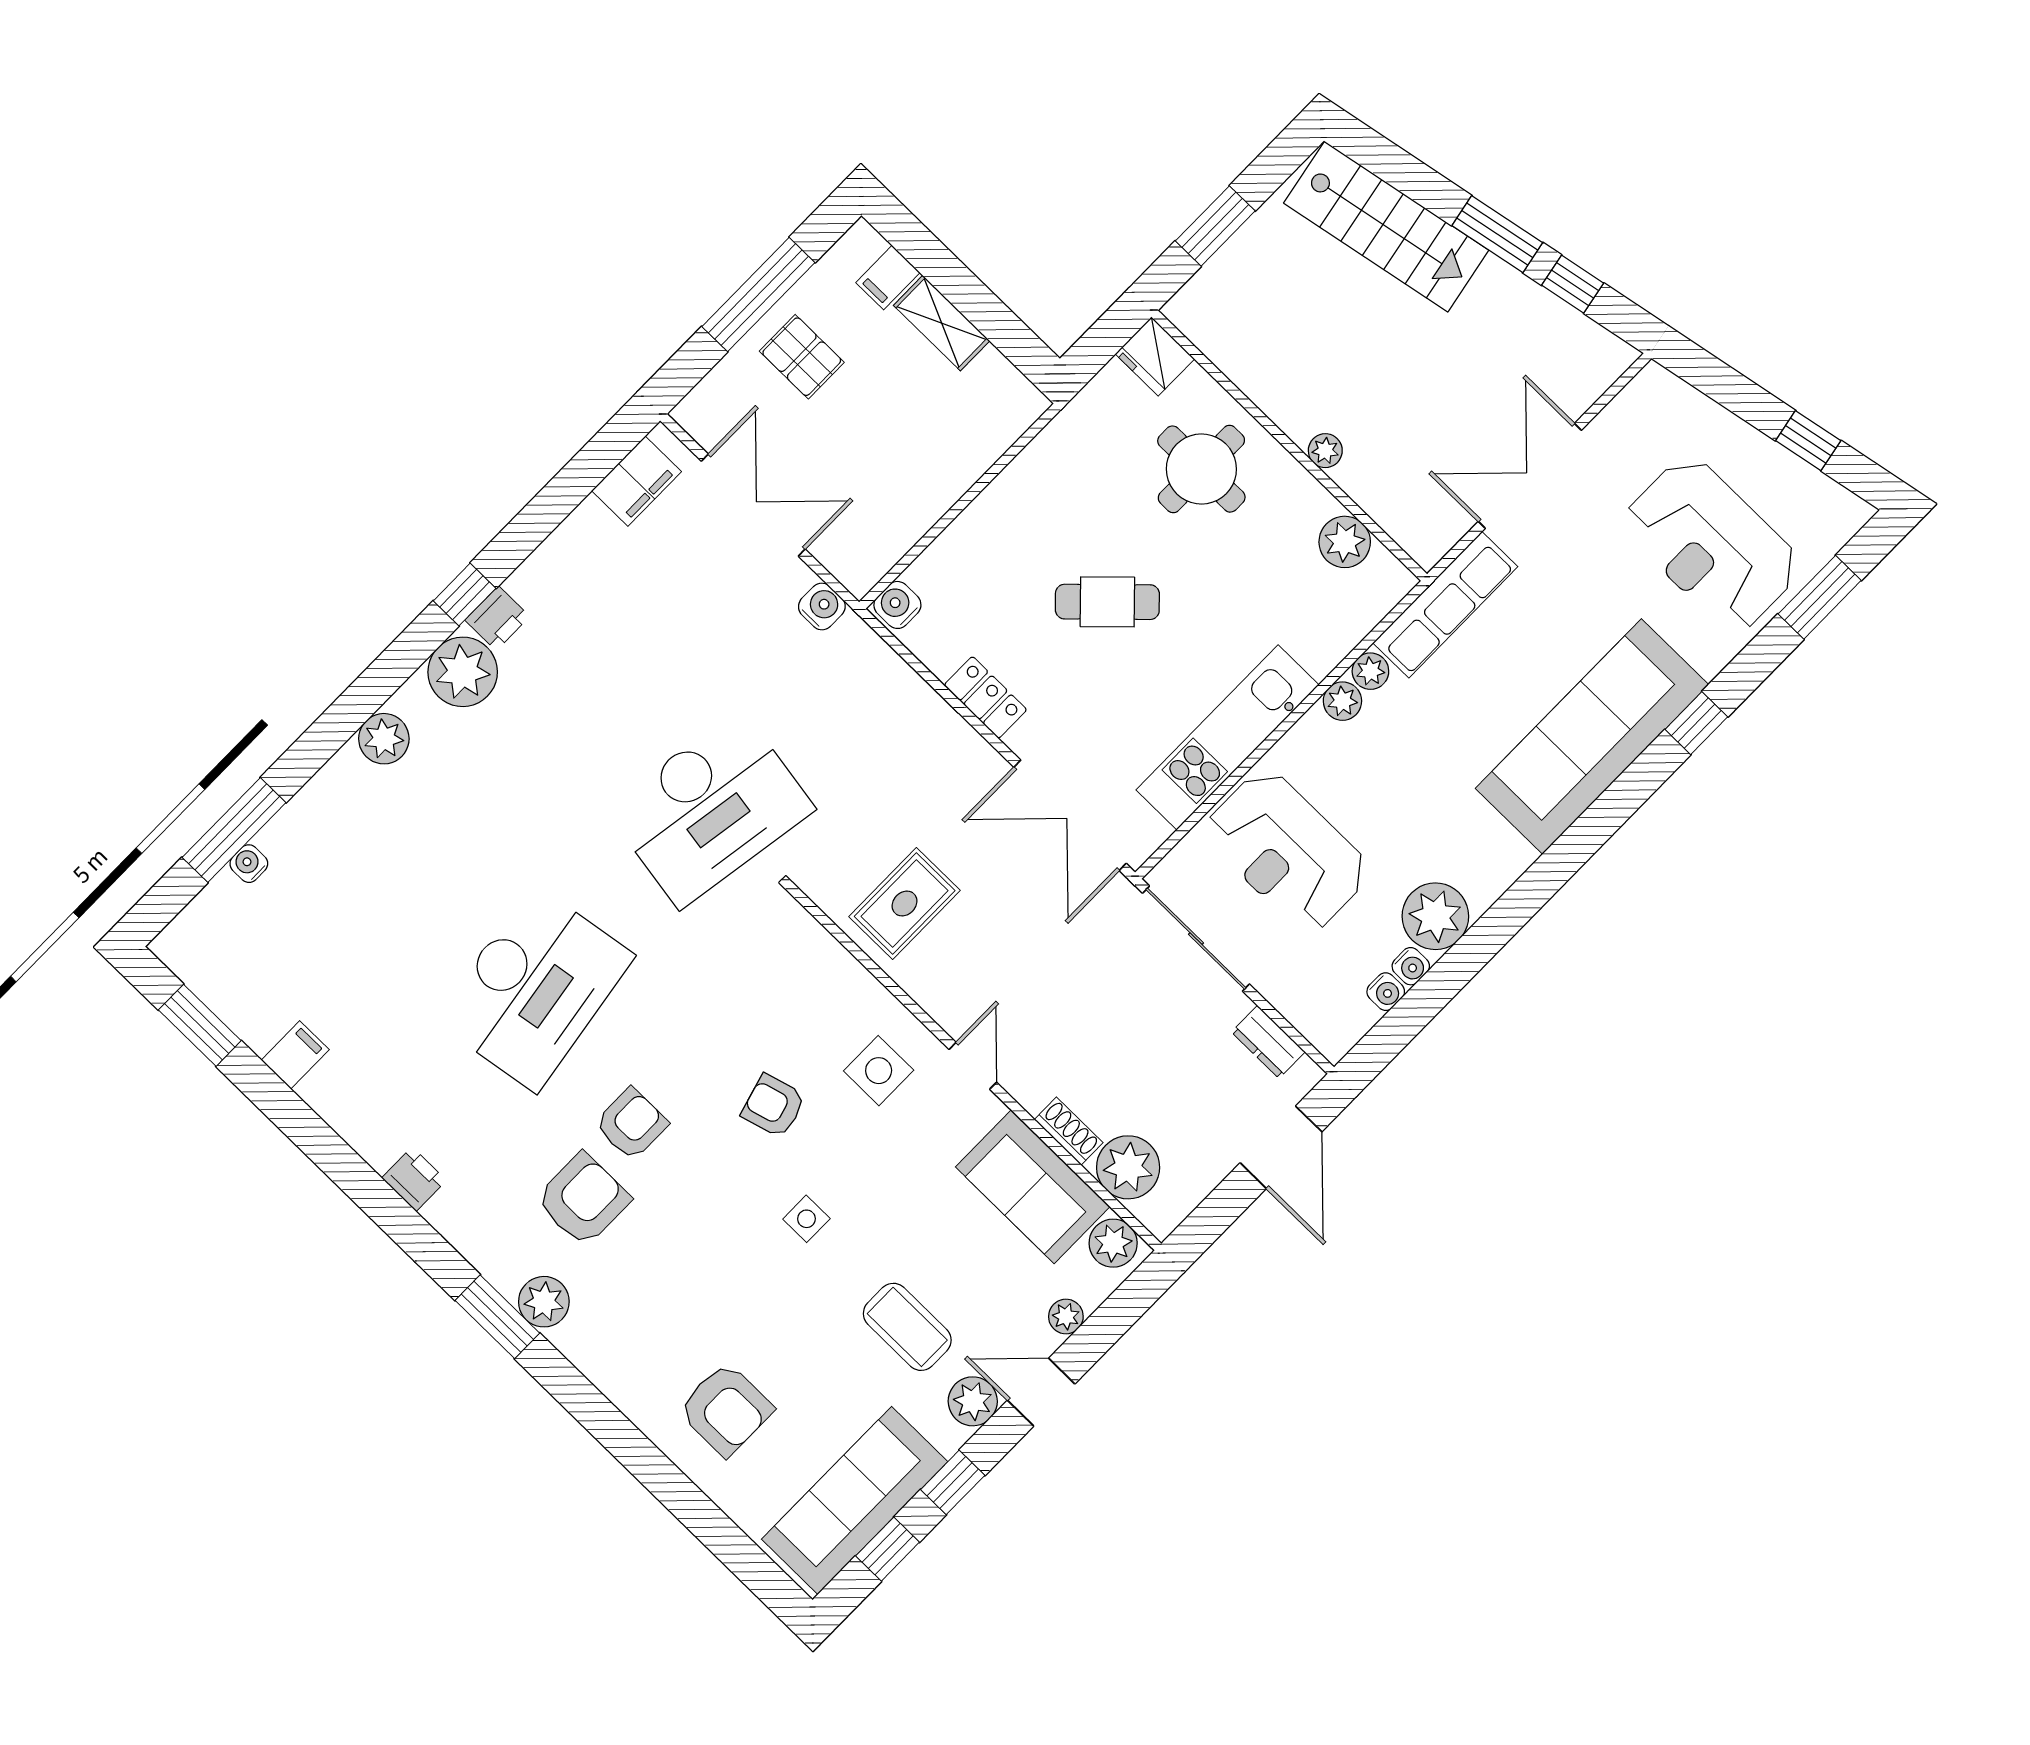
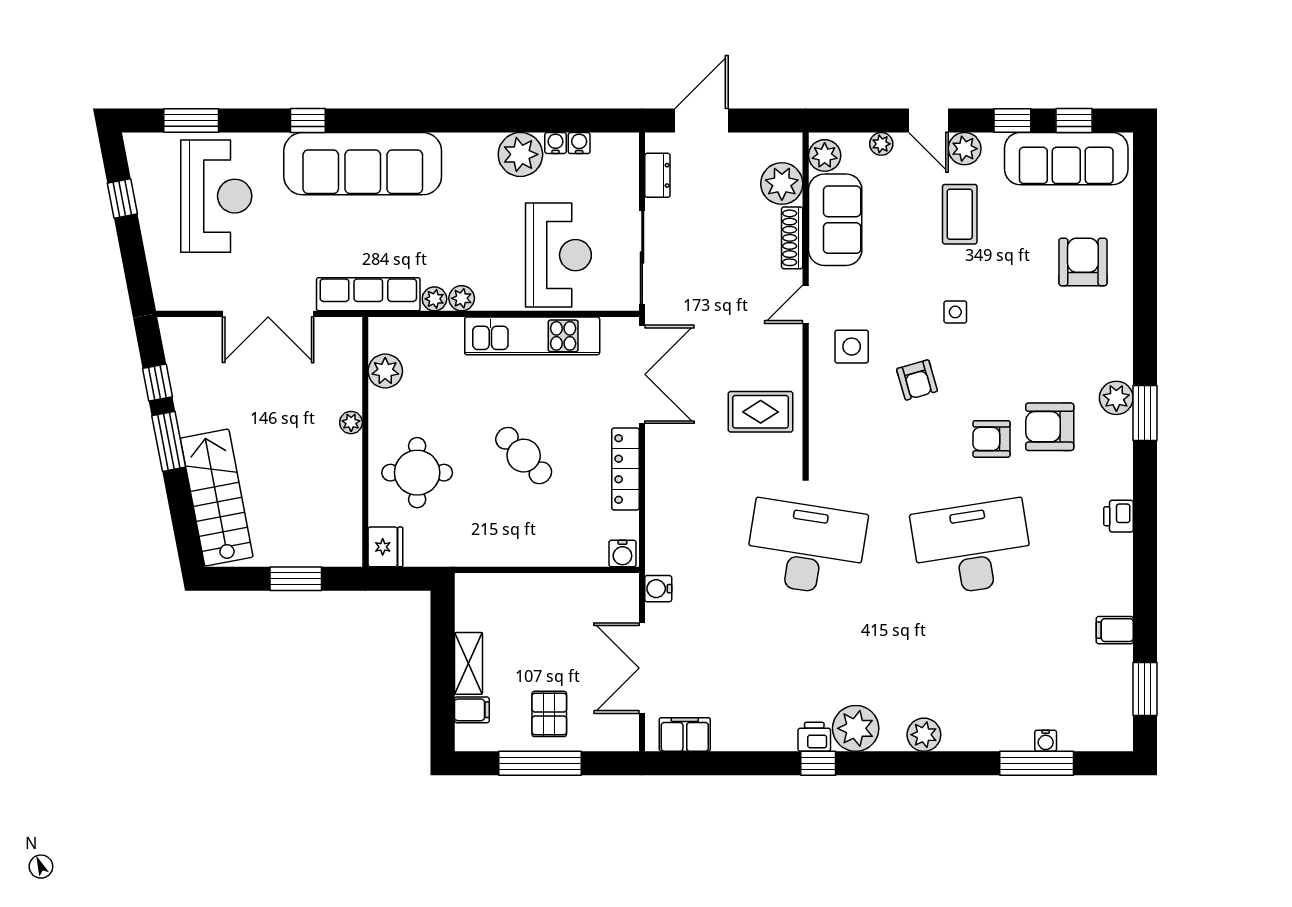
locker: (985, 697) -> (625, 469), width x1.53
shoe rack: (1069, 1131) -> (792, 238), width x1.43

